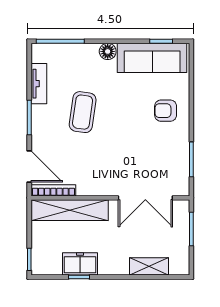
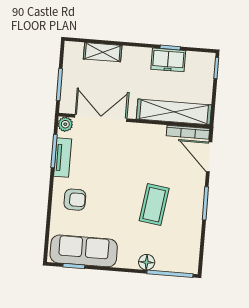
floor lamp: (108, 51) -> (147, 262), moved
tv unit: (39, 84) -> (63, 158), moved, turned 180
plant: (182, 188) -> (65, 124), added

